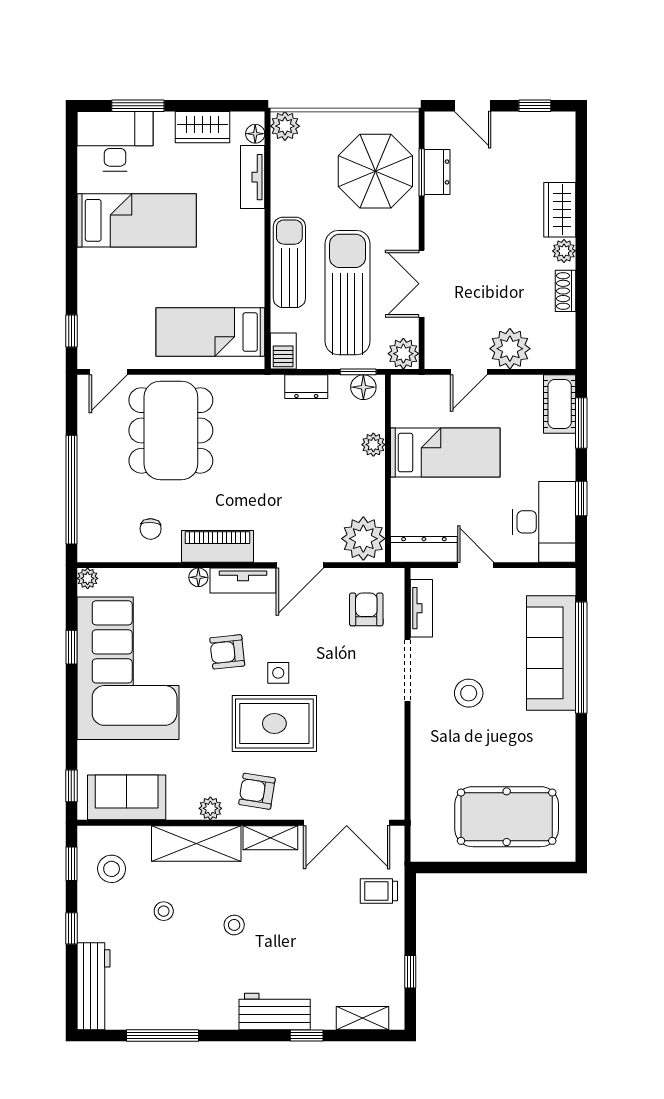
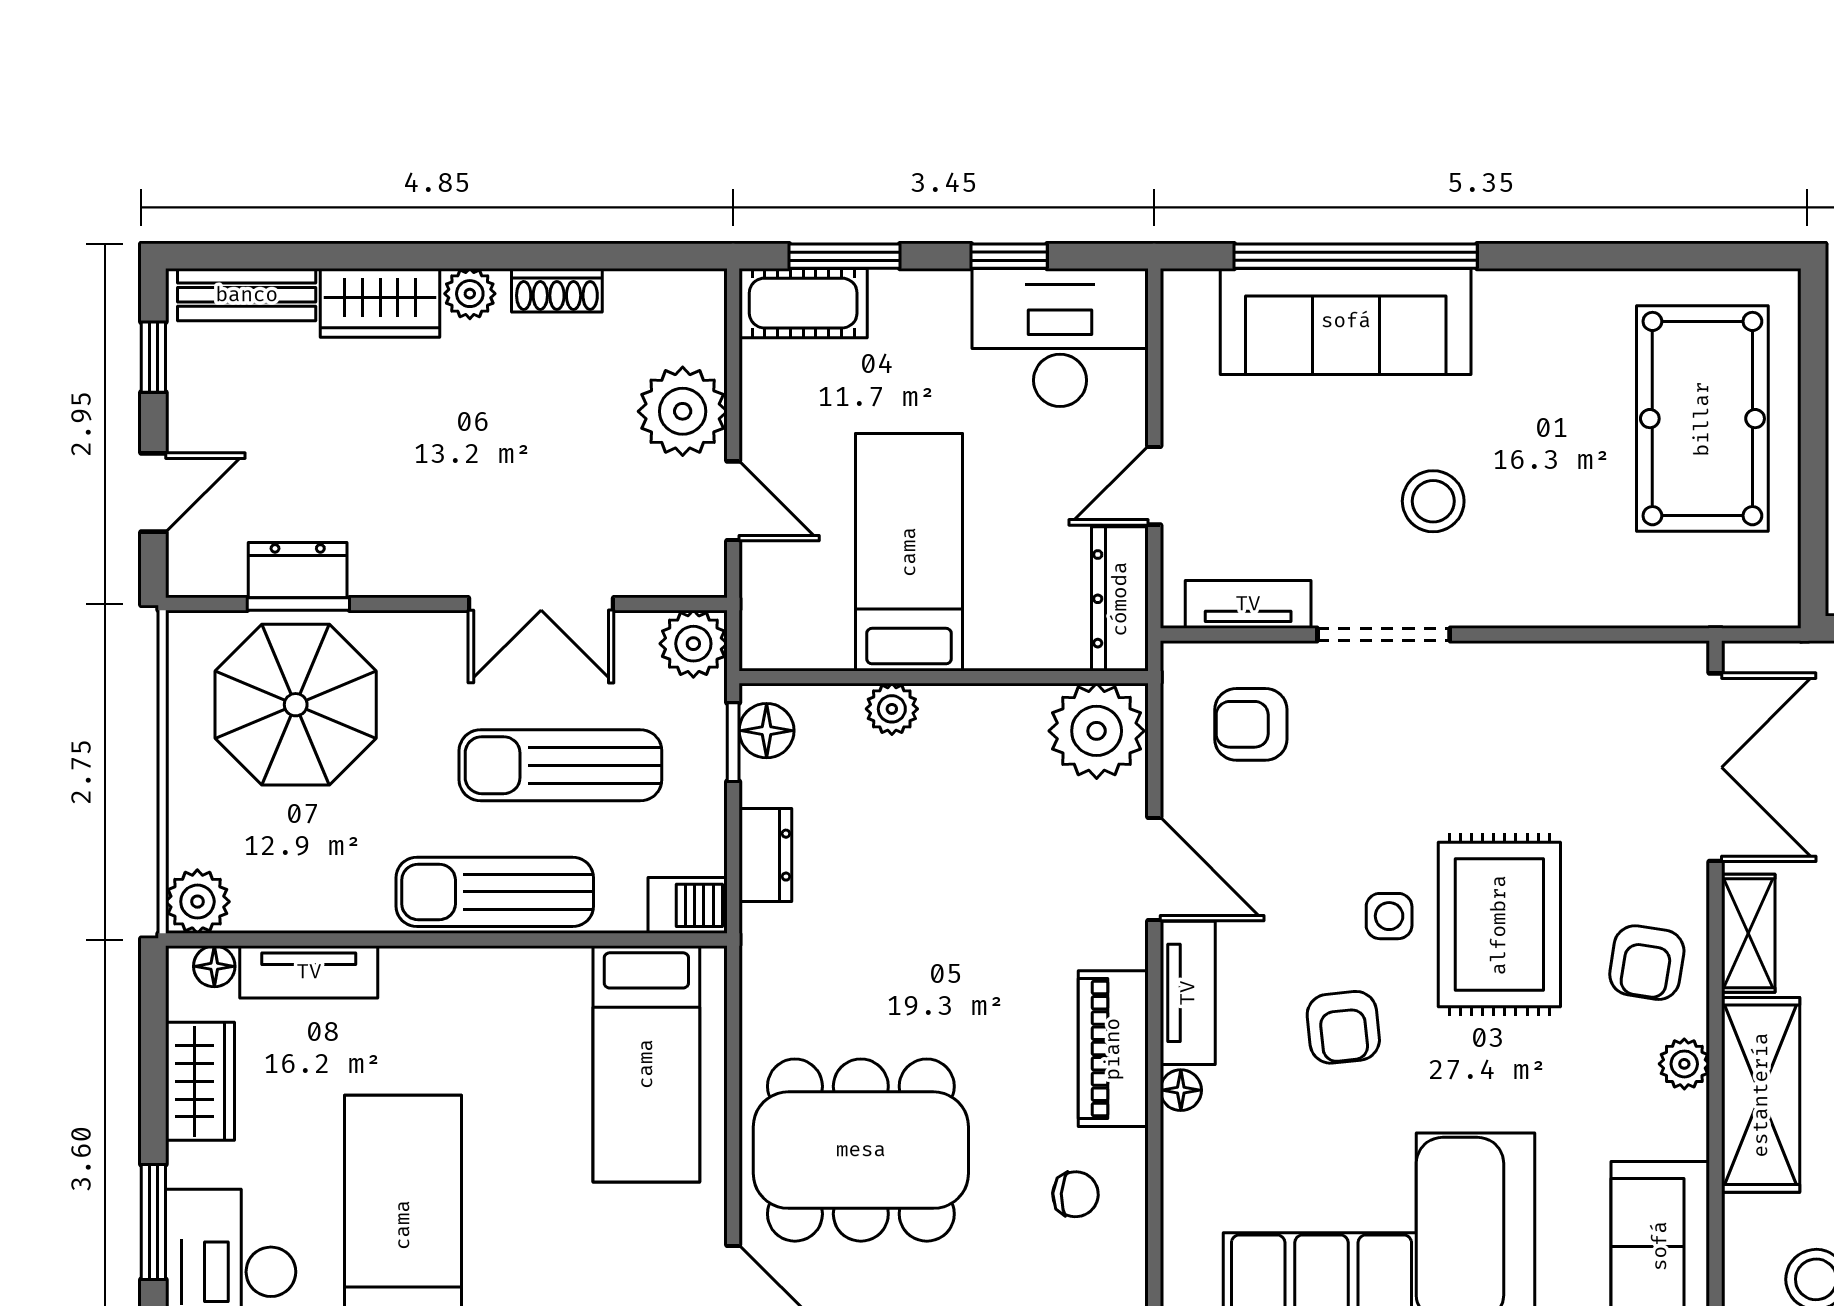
bench: (563, 149) -> (247, 295), added
sun lounger: (348, 293) -> (560, 765), width x0.73, depth x0.75

